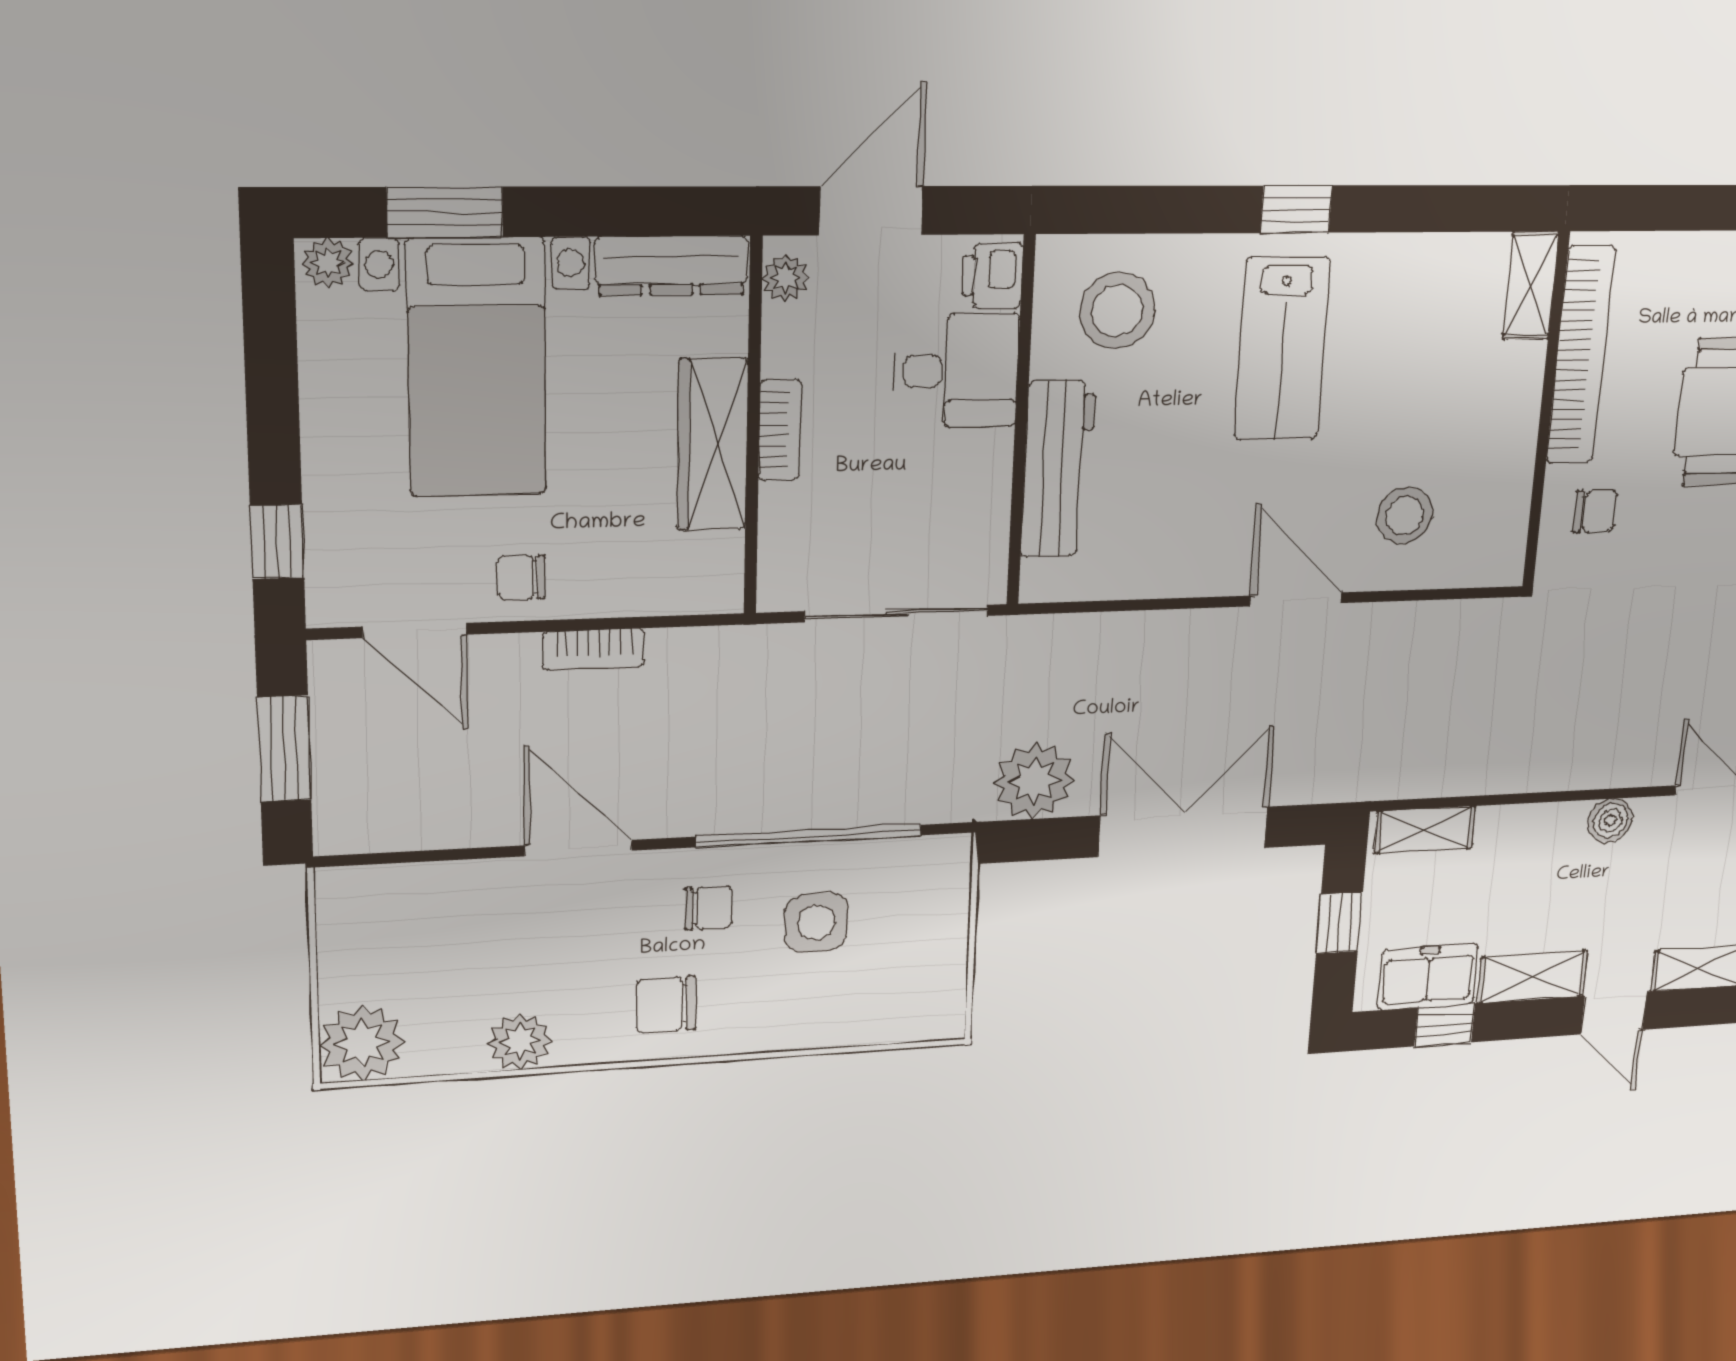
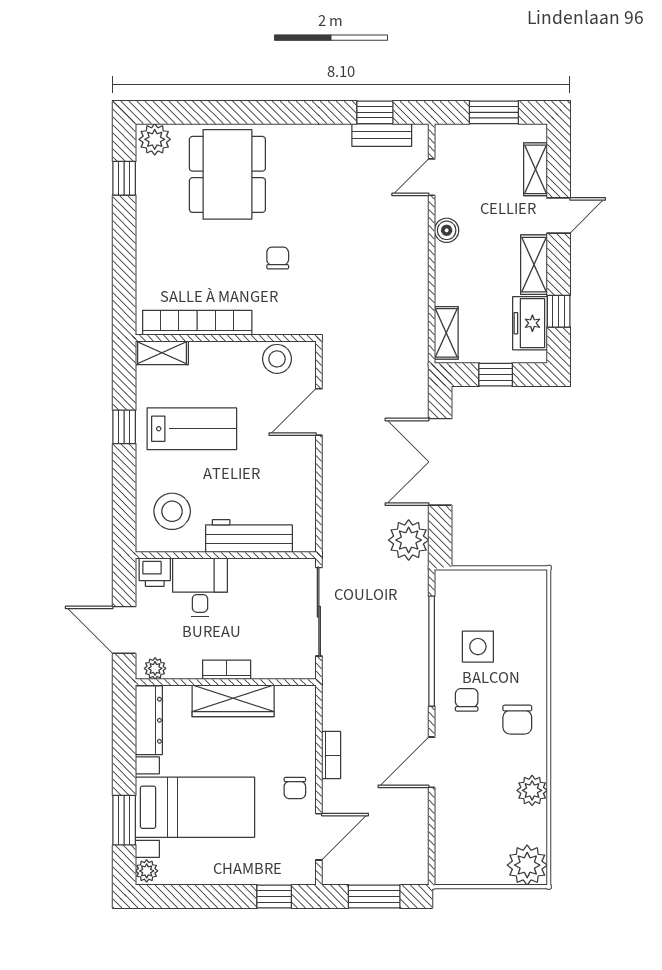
shelving: (1531, 285) -> (162, 353), moved
bookcase: (1581, 355) -> (197, 323), moved
wall: (1546, 412) -> (226, 338), moved

